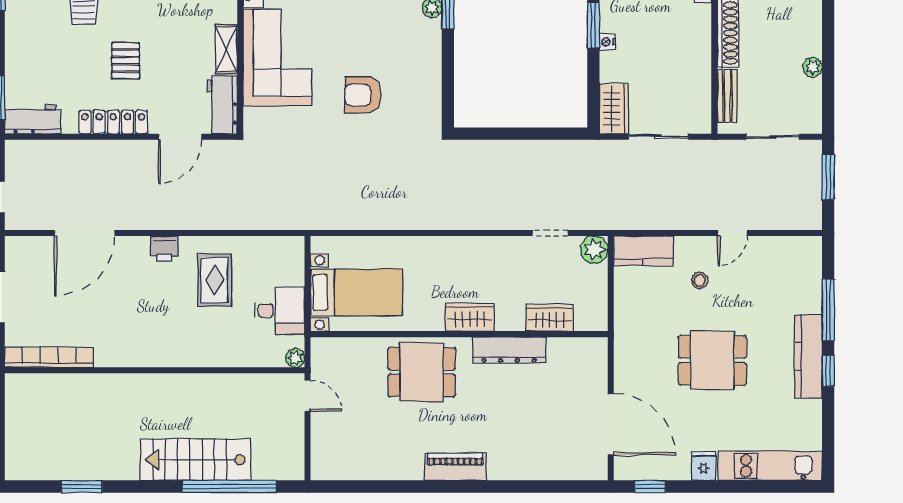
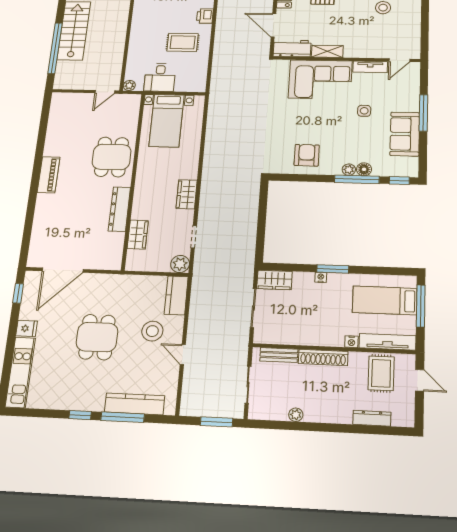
armchair: (363, 95) -> (307, 155), moved
stool: (700, 280) -> (152, 331), width x1.89, depth x1.89
wardrobe: (470, 317) -> (187, 194), moved, turned 180
kitchen counter: (808, 356) -> (135, 404), moved

